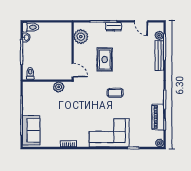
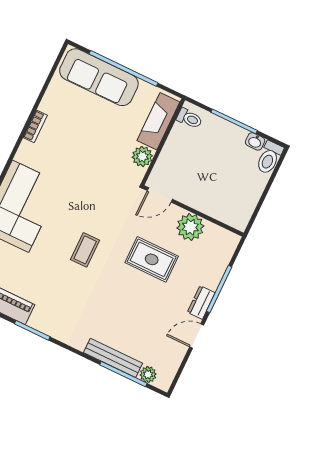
door: (141, 21) -> (197, 336), moved
plant: (81, 37) -> (190, 227), moved
fireplace: (38, 87) -> (158, 121), added
sofa: (31, 130) -> (99, 77), width x1.36

